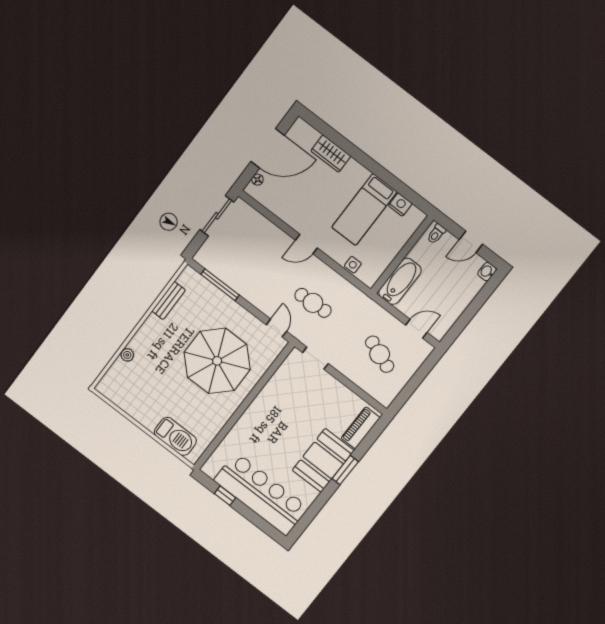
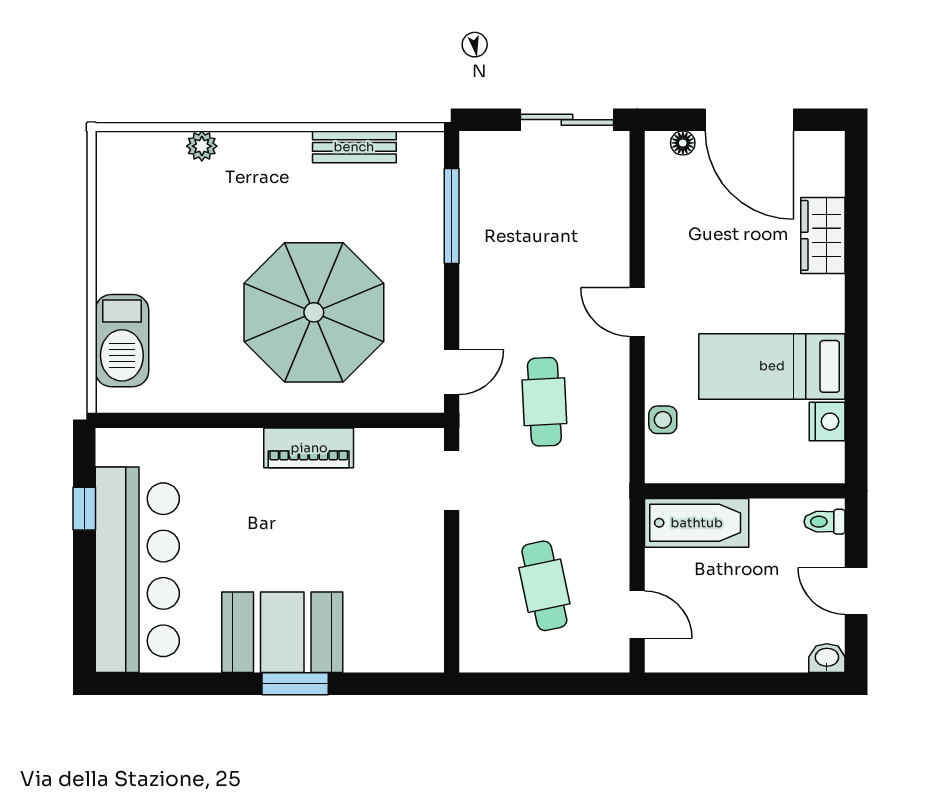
cafe table: (380, 354) -> (544, 586), turned -33
piano: (360, 428) -> (309, 448), moved, turned 180

